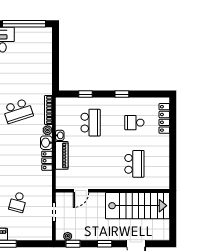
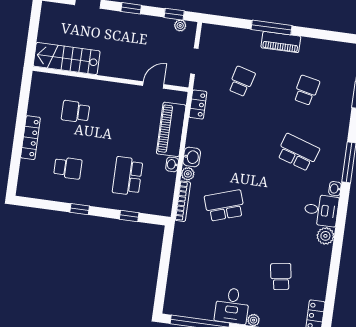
locker: (164, 118) -> (30, 138), moved
piano: (62, 155) -> (171, 129), width x1.37, depth x1.33
locker: (47, 161) -> (198, 104), moved
school desk: (134, 164) -> (76, 112), width x0.54
stairs: (138, 206) -> (67, 59), width x0.73, depth x0.66

